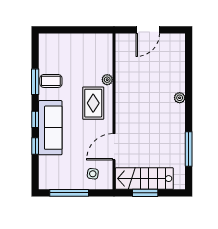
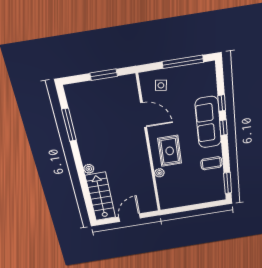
window: (35, 82) -> (228, 183), moved
door: (114, 147) -> (144, 115), hinge flipped
stairs: (144, 179) -> (101, 197), moved, turned -90

